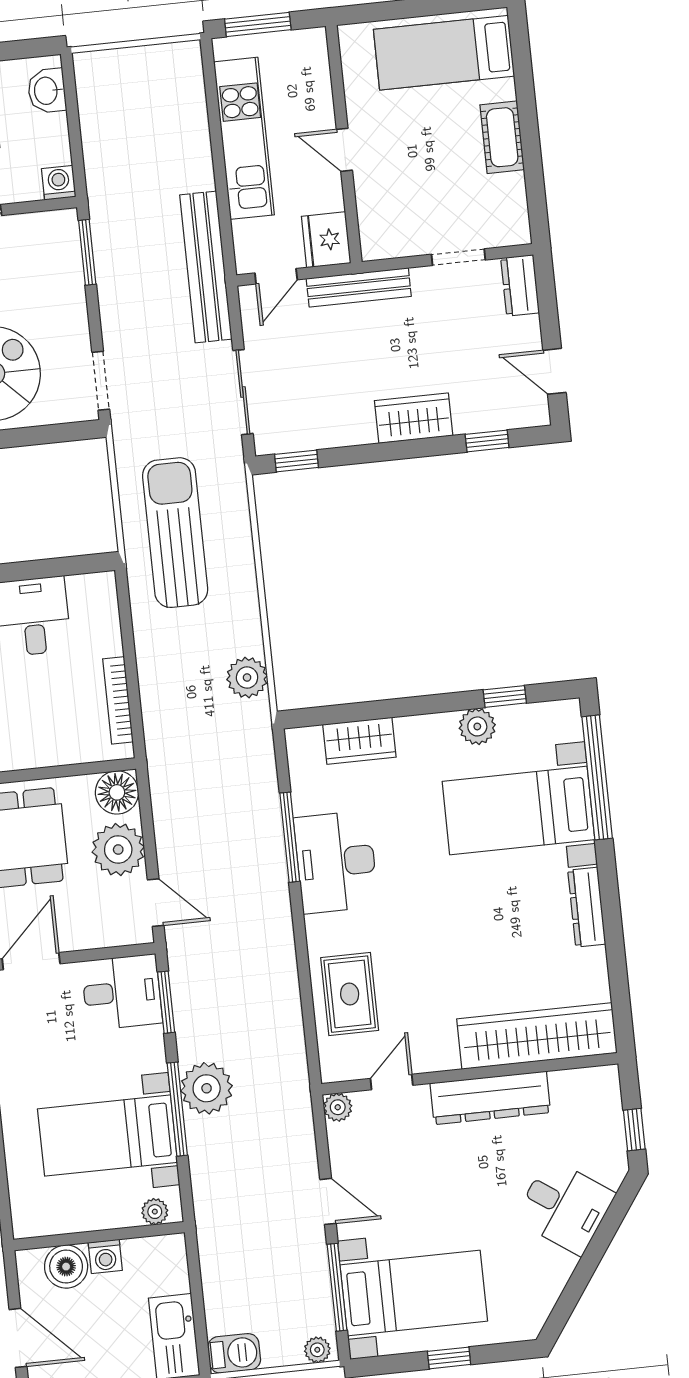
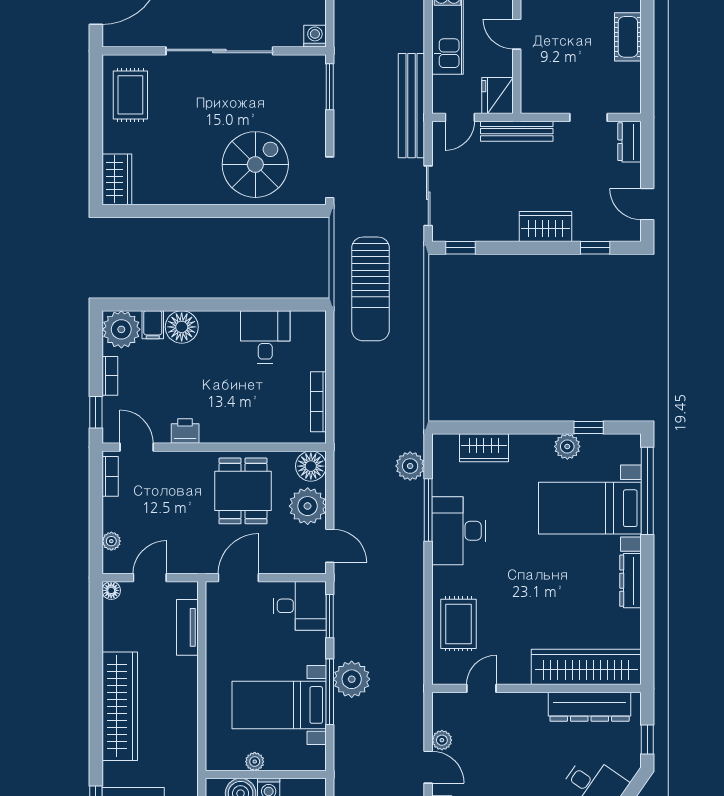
sun lounger: (175, 533) -> (371, 289), turned 180
plant: (247, 677) -> (410, 466), moved
dresser: (490, 1098) -> (590, 707), moved
plant: (338, 1107) -> (442, 740), moved
plant: (155, 1212) -> (255, 762), moved

